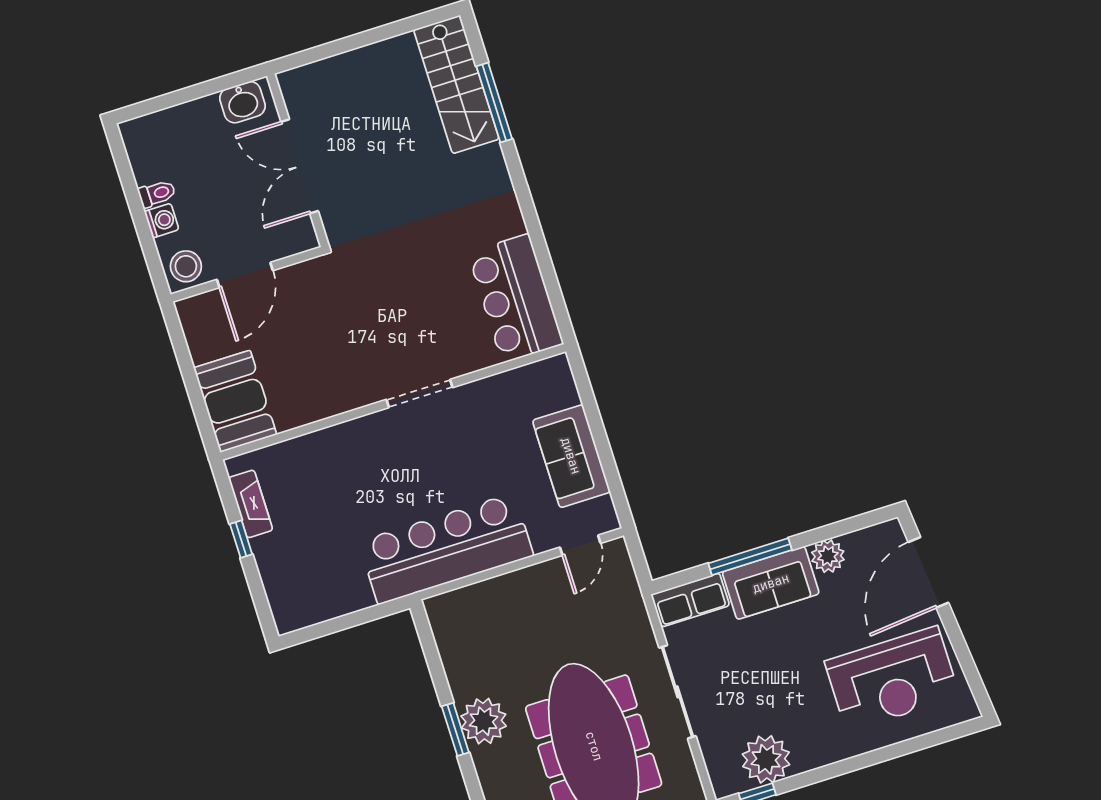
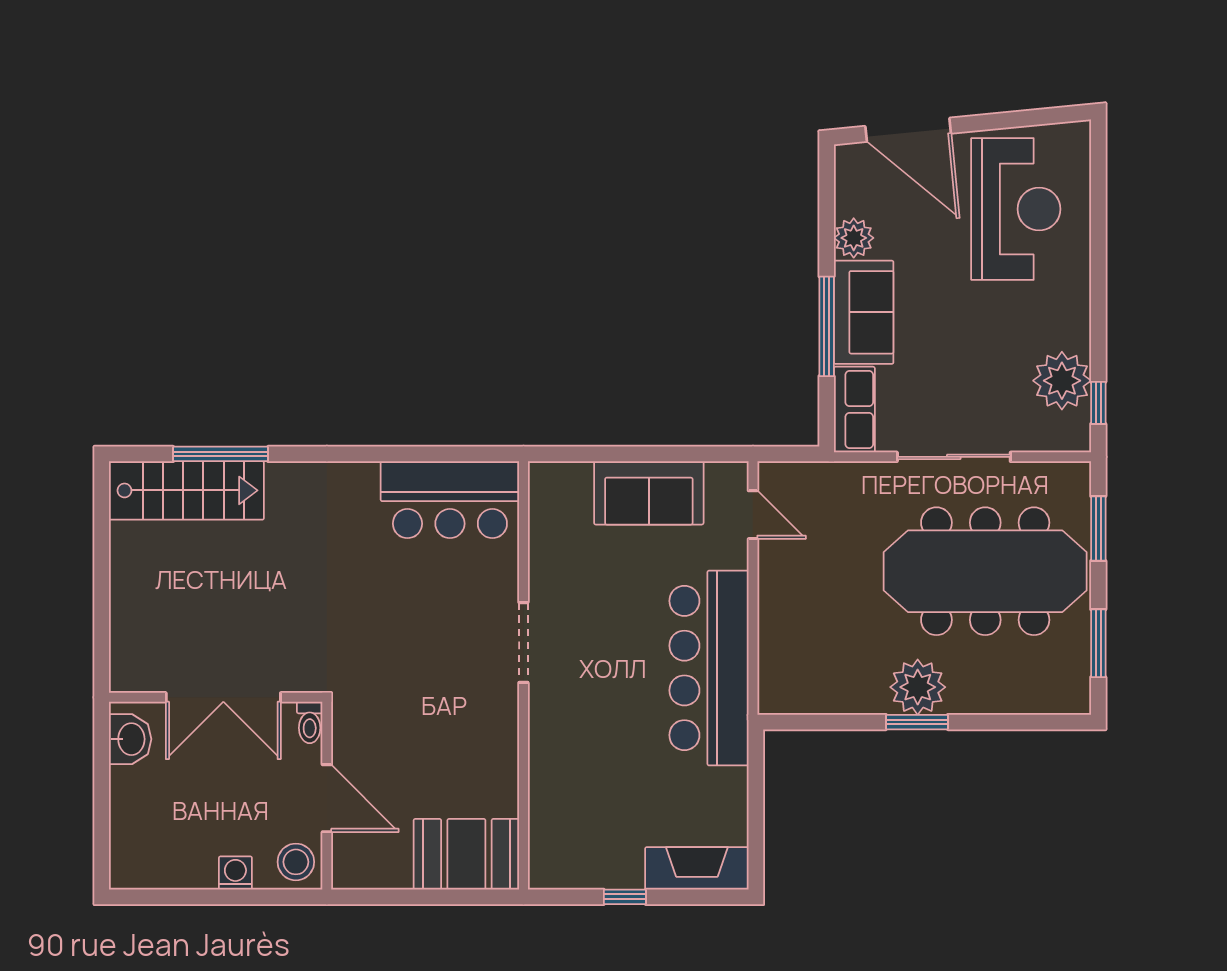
toilet: (157, 194) -> (310, 722), moved, turned 180
fireplace: (251, 504) -> (697, 868), moved, width x1.37, depth x1.32

